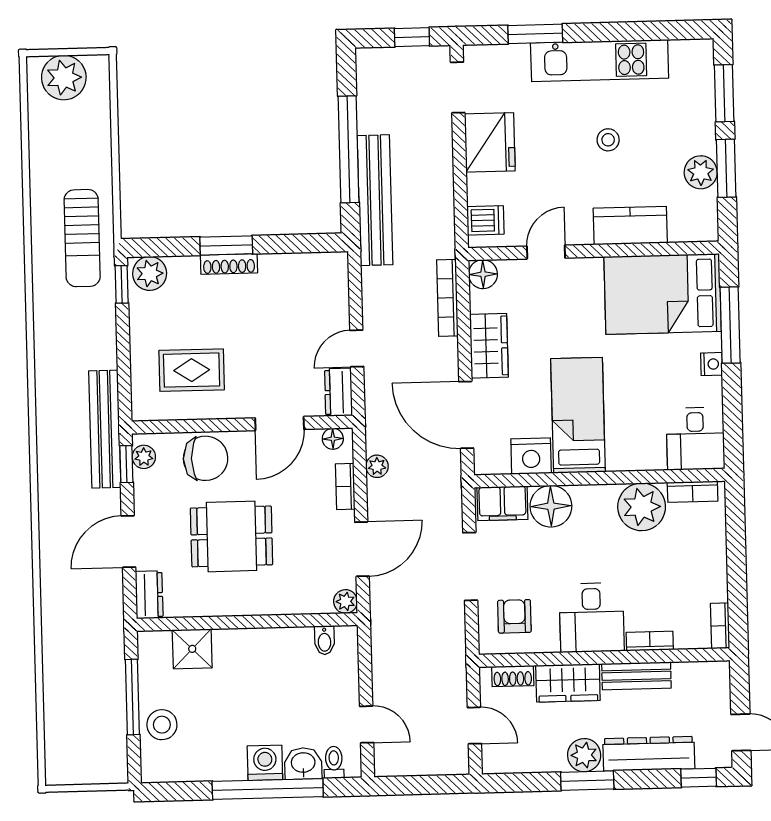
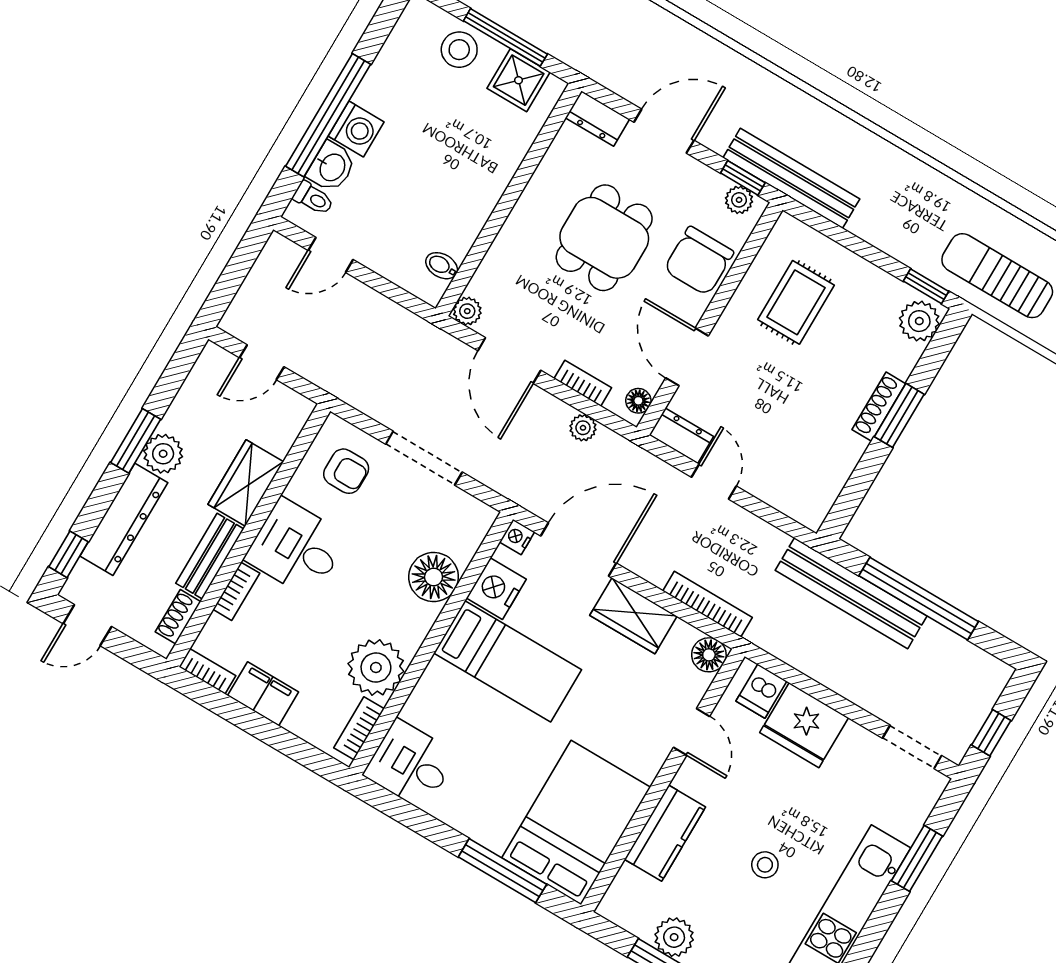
fridge: (490, 142) -> (804, 725), moved
nightstand: (712, 364) -> (517, 537), moved, turned 90
filing cabinet: (502, 503) -> (263, 694), moved, turned 90
door: (128, 541) -> (664, 131), hinge flipped
shower: (192, 649) -> (519, 80), moved
shoe rack: (513, 676) -> (178, 617), moved

